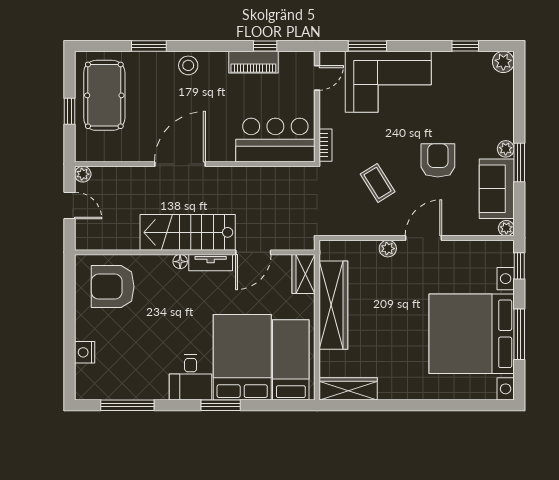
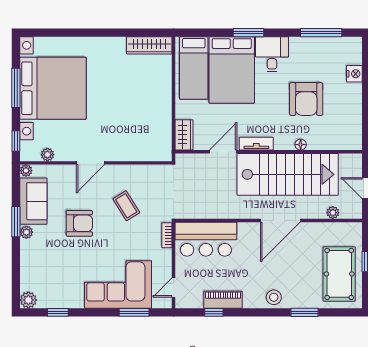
armchair: (438, 160) -> (79, 223), turned -90
plant: (83, 174) -> (333, 213), moved
stairs: (188, 232) -> (288, 174), width x1.36, depth x1.51
plant: (388, 249) -> (47, 155), moved
floor lamp: (180, 262) -> (301, 145), moved
armchair: (113, 287) -> (306, 99), moved, turned 90
wardrobe: (333, 305) -> (161, 111), removed

